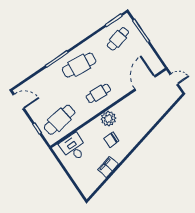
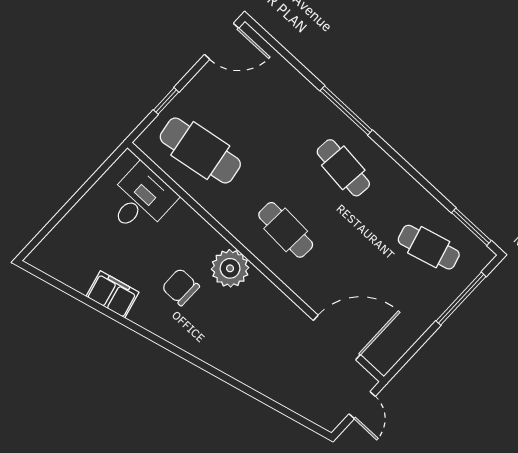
cafe table: (79, 65) -> (343, 168), width x0.73, depth x0.74
door: (19, 102) -> (222, 41), hinge flipped

